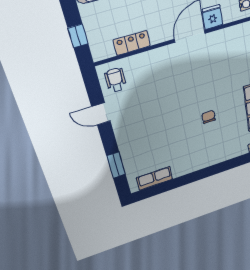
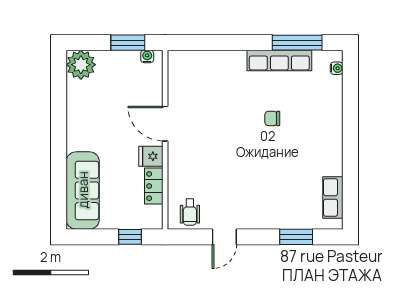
fridge: (212, 17) -> (151, 156), moved
wheelchair: (116, 80) -> (190, 212), turned -90

